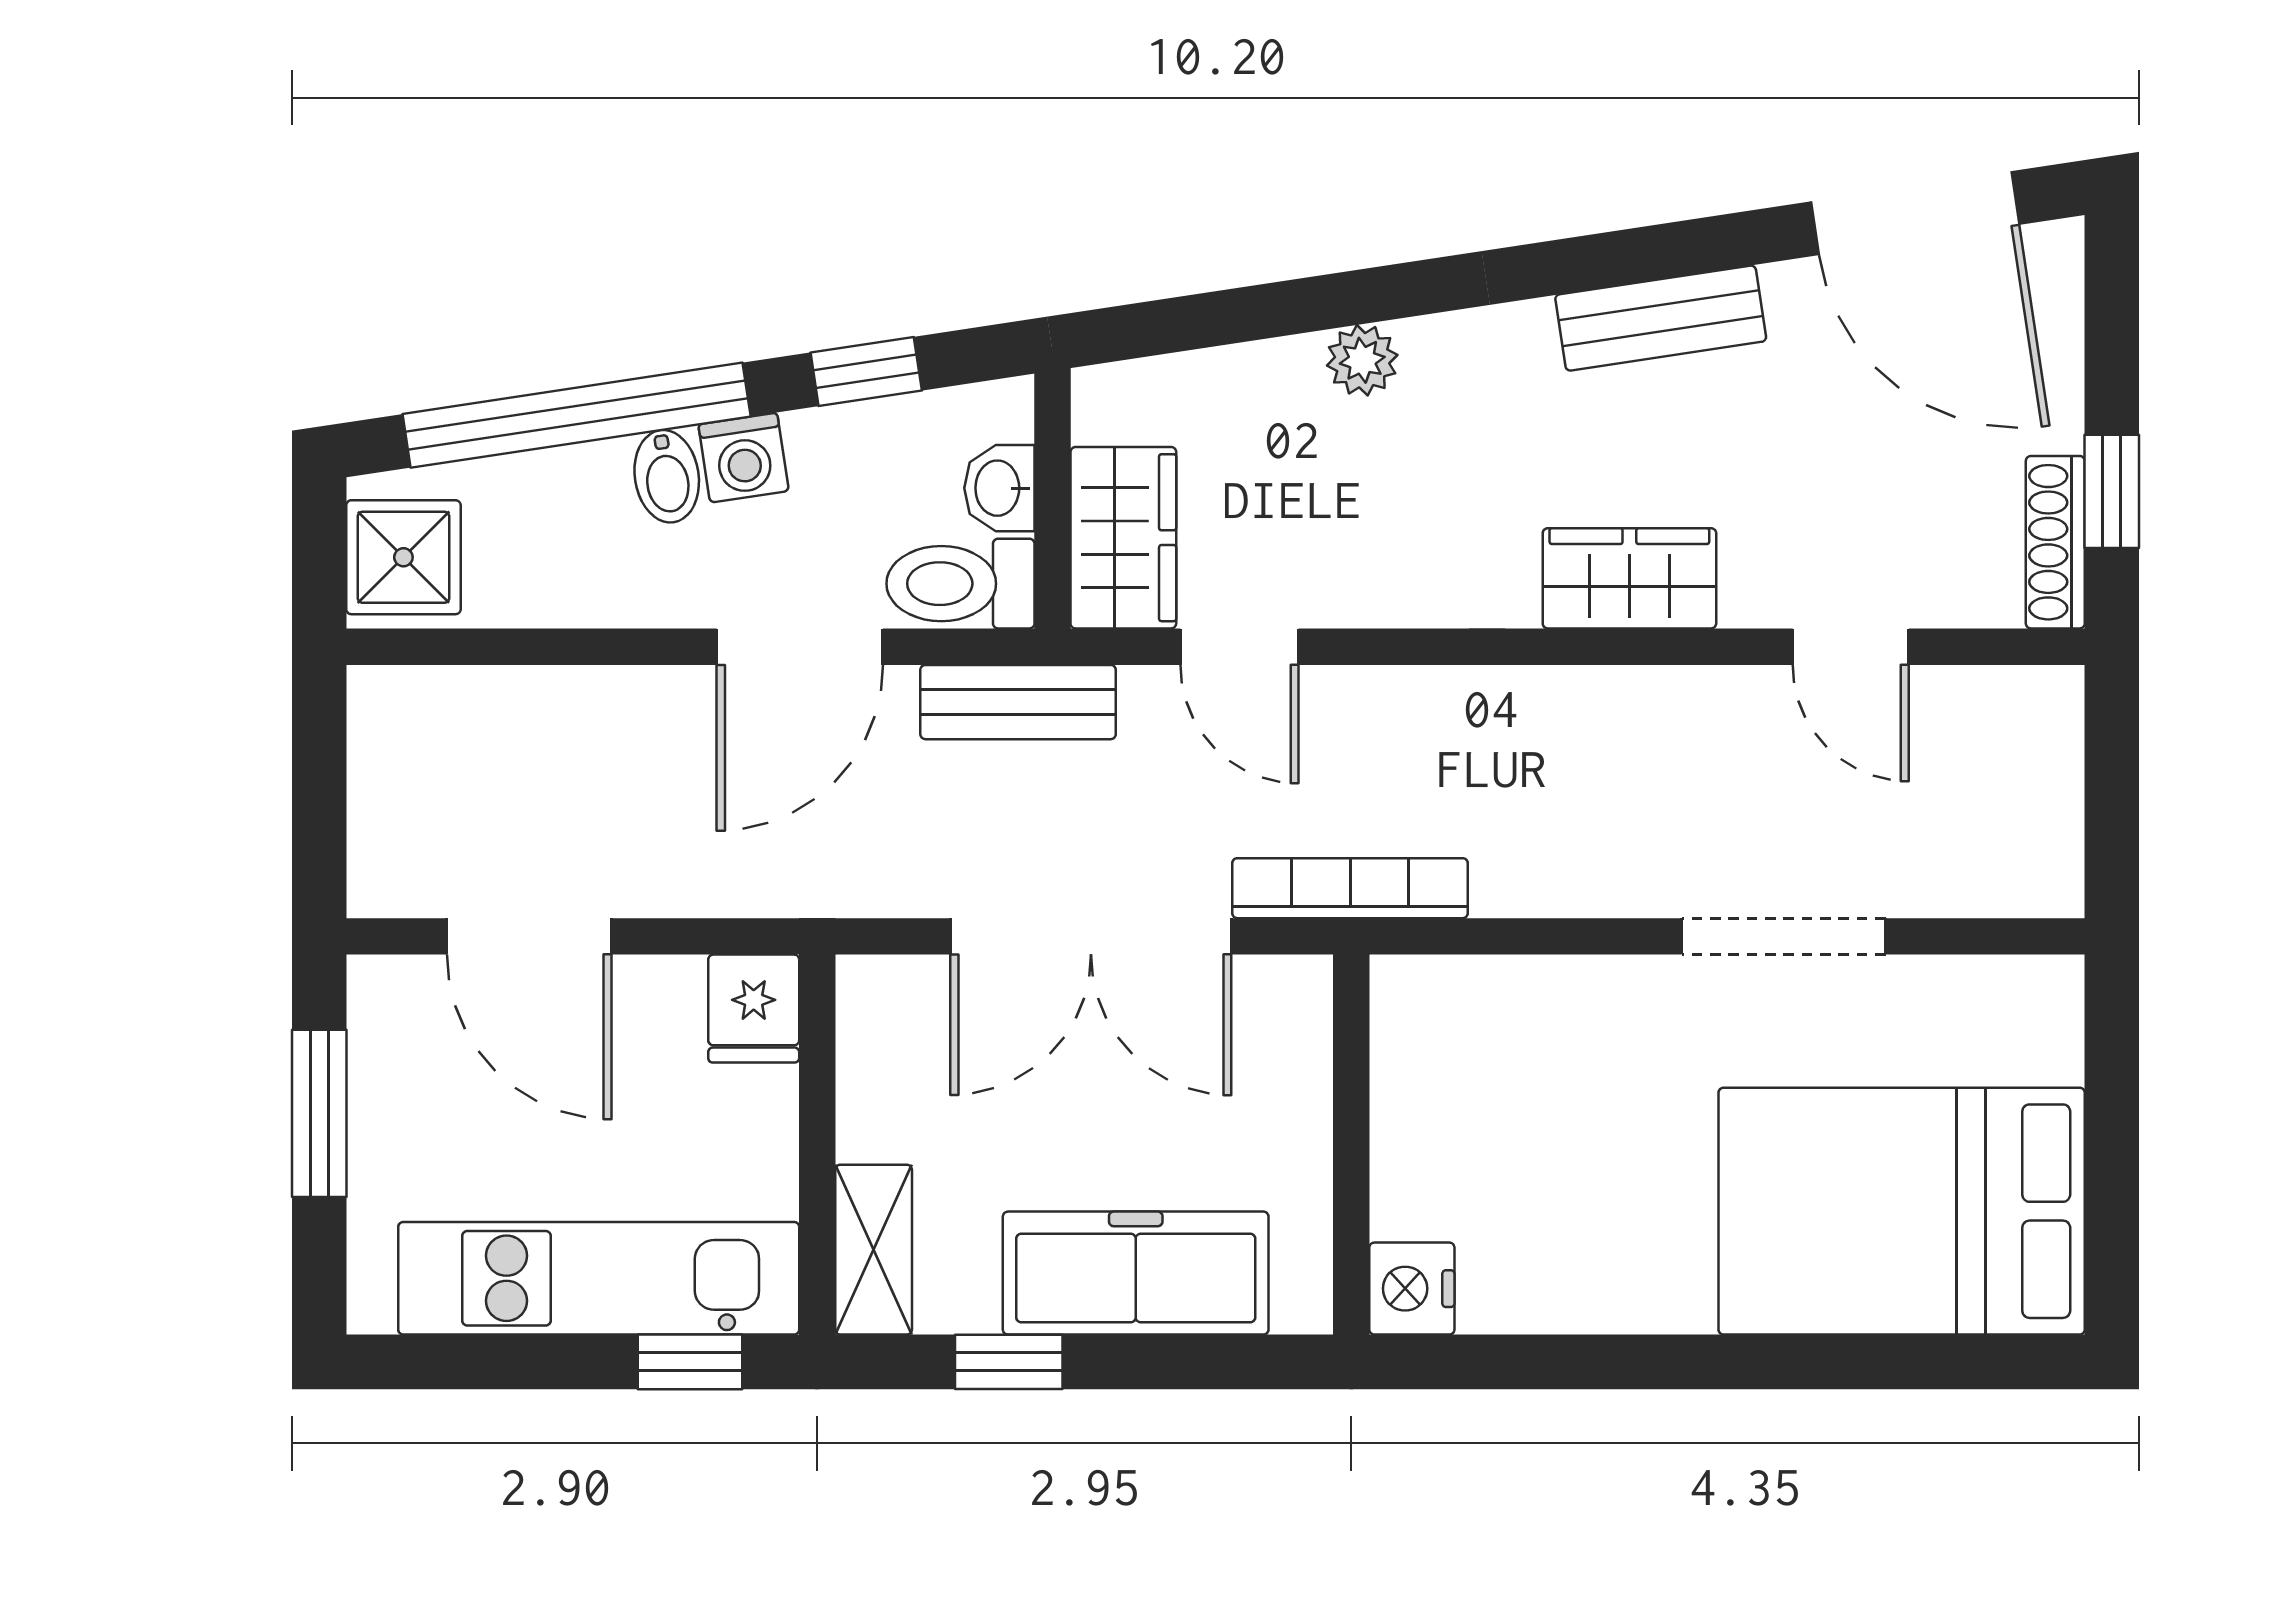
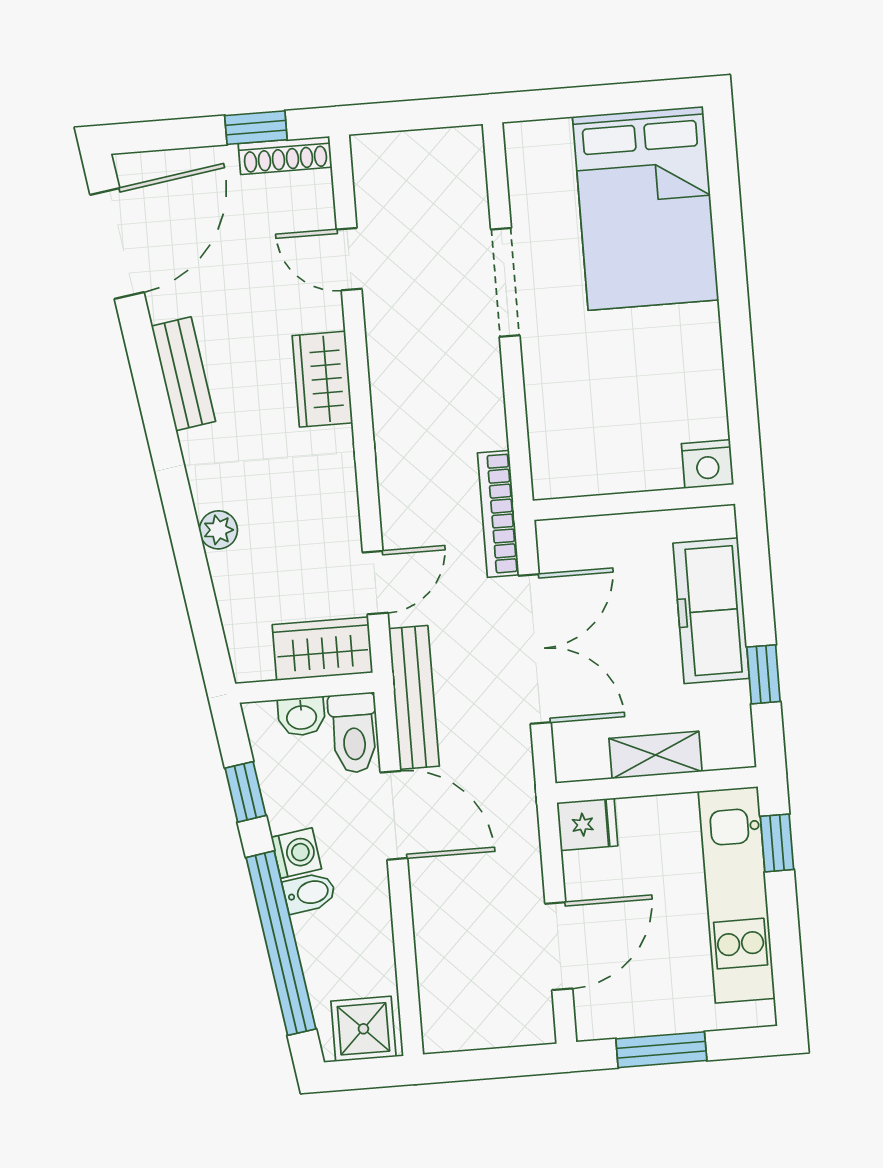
door: (1851, 647) -> (349, 259), swing flipped
bench: (1018, 702) -> (414, 697), width x1.36
shelving: (874, 1250) -> (655, 755), moved

